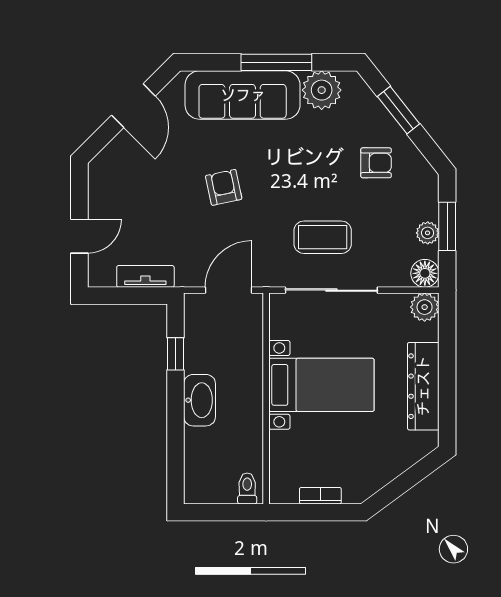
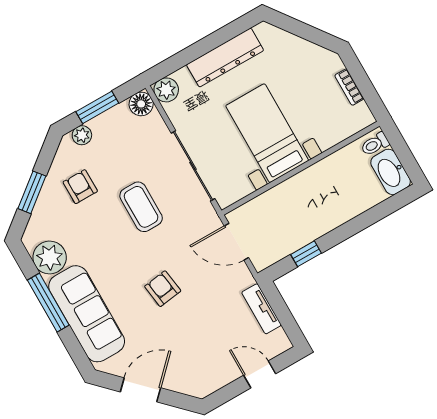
armchair: (224, 187) -> (163, 289), turned 94
plant: (428, 233) -> (82, 135), moved
coffee table: (323, 237) -> (141, 207), moved
washbasin: (200, 400) -> (391, 172), moved, turned -90

